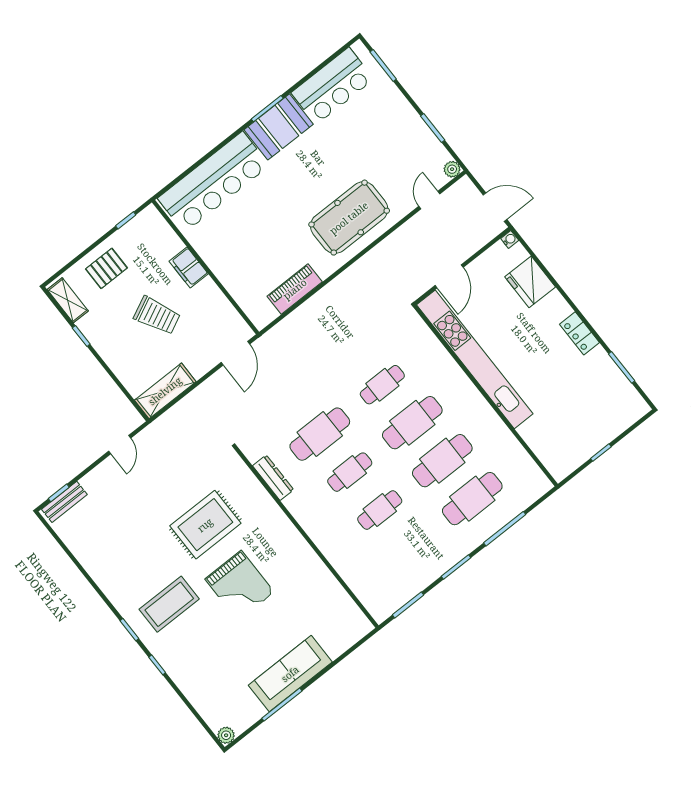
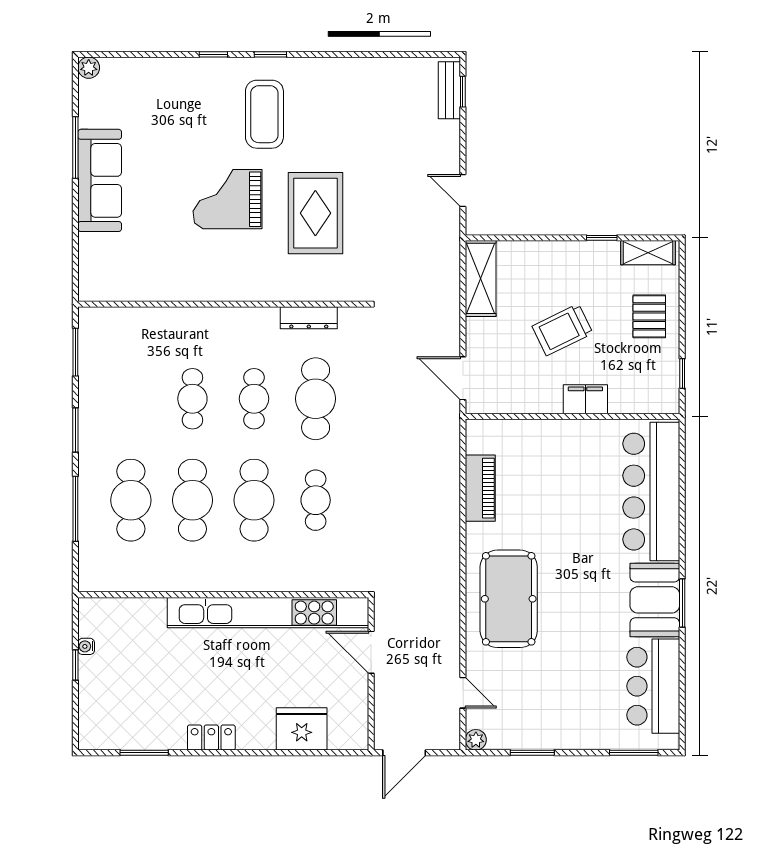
water cooler: (510, 239) -> (86, 646), moved, turned 90

